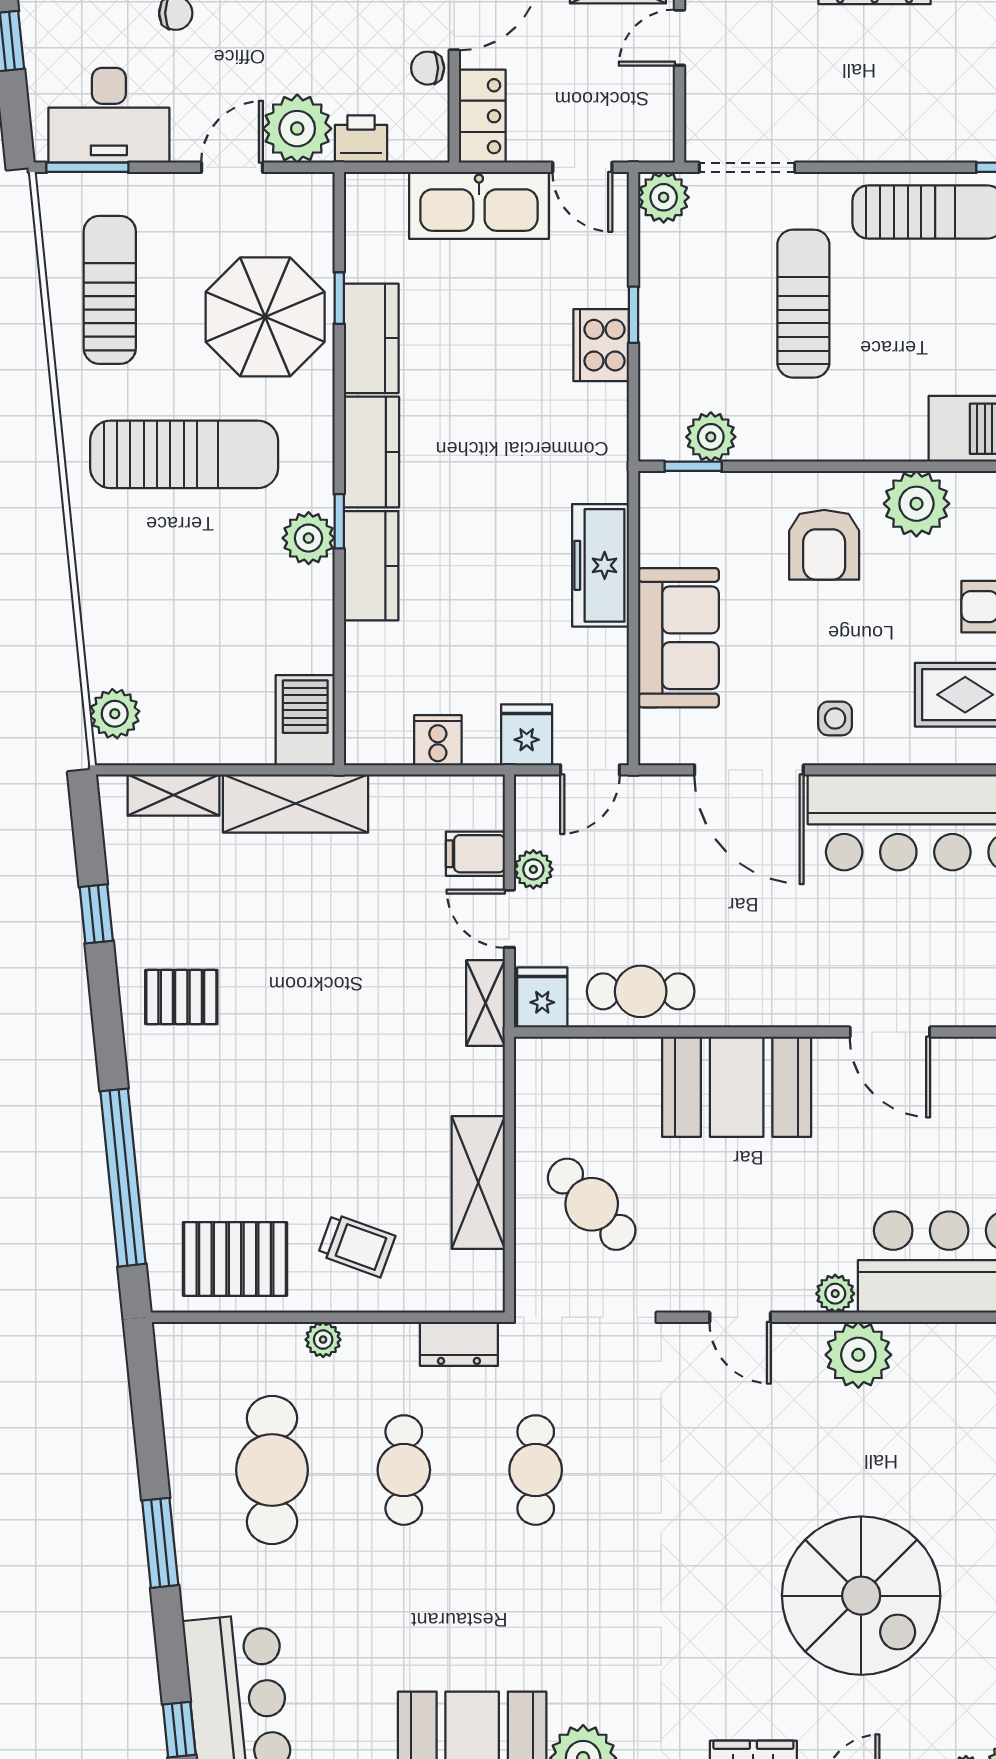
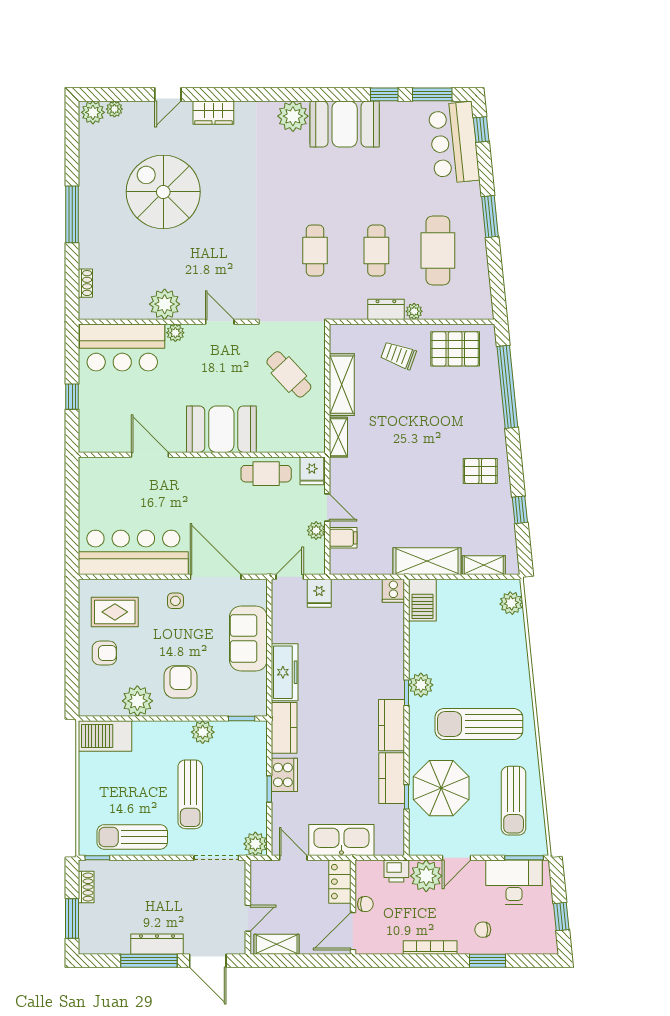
plant: (711, 437) -> (203, 732), moved
kitchen counter: (371, 566) -> (284, 728), moved, turned 180
cooker: (438, 740) -> (393, 591), moved
shelving: (485, 1003) -> (338, 437), moved
dresser: (459, 1344) -> (386, 309), moved

